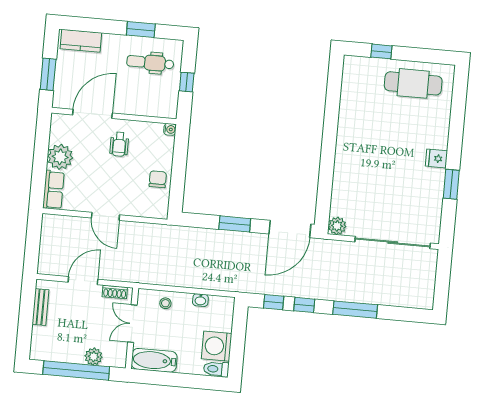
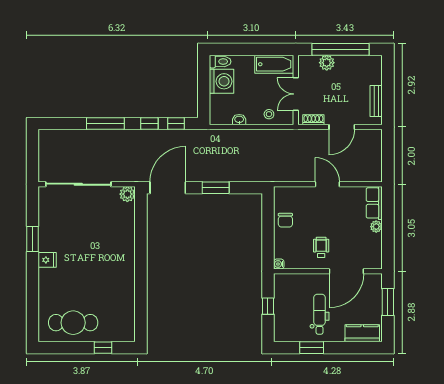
dental chair: (150, 63) -> (320, 314), moved, turned -90
plant: (60, 157) -> (376, 227), width x0.53, depth x0.53
double door: (132, 324) -> (296, 94), swing flipped

